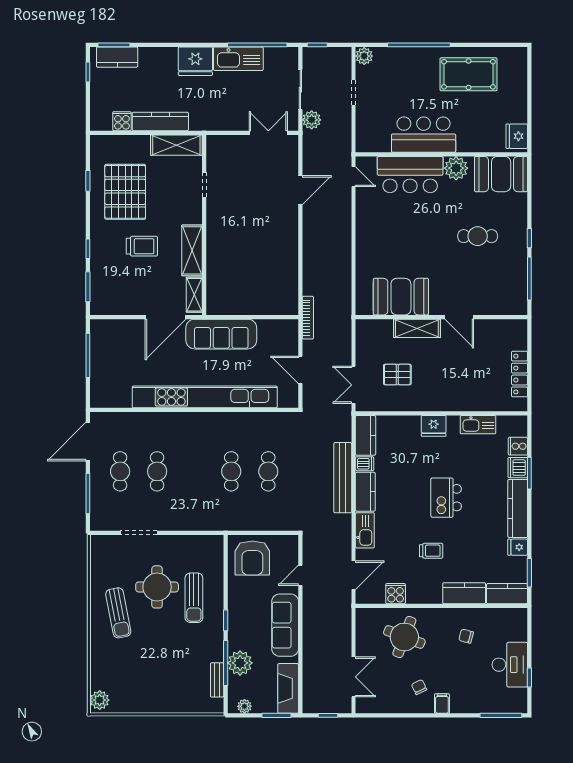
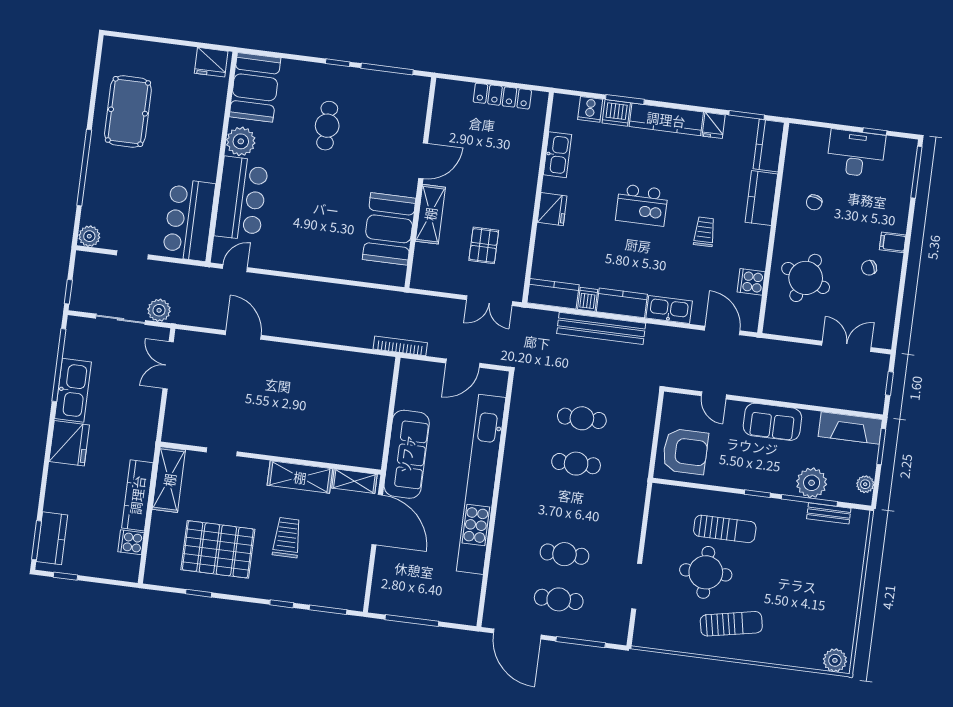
bar counter: (424, 135) -> (189, 220), moved
sofa: (285, 625) -> (772, 422), width x0.73

